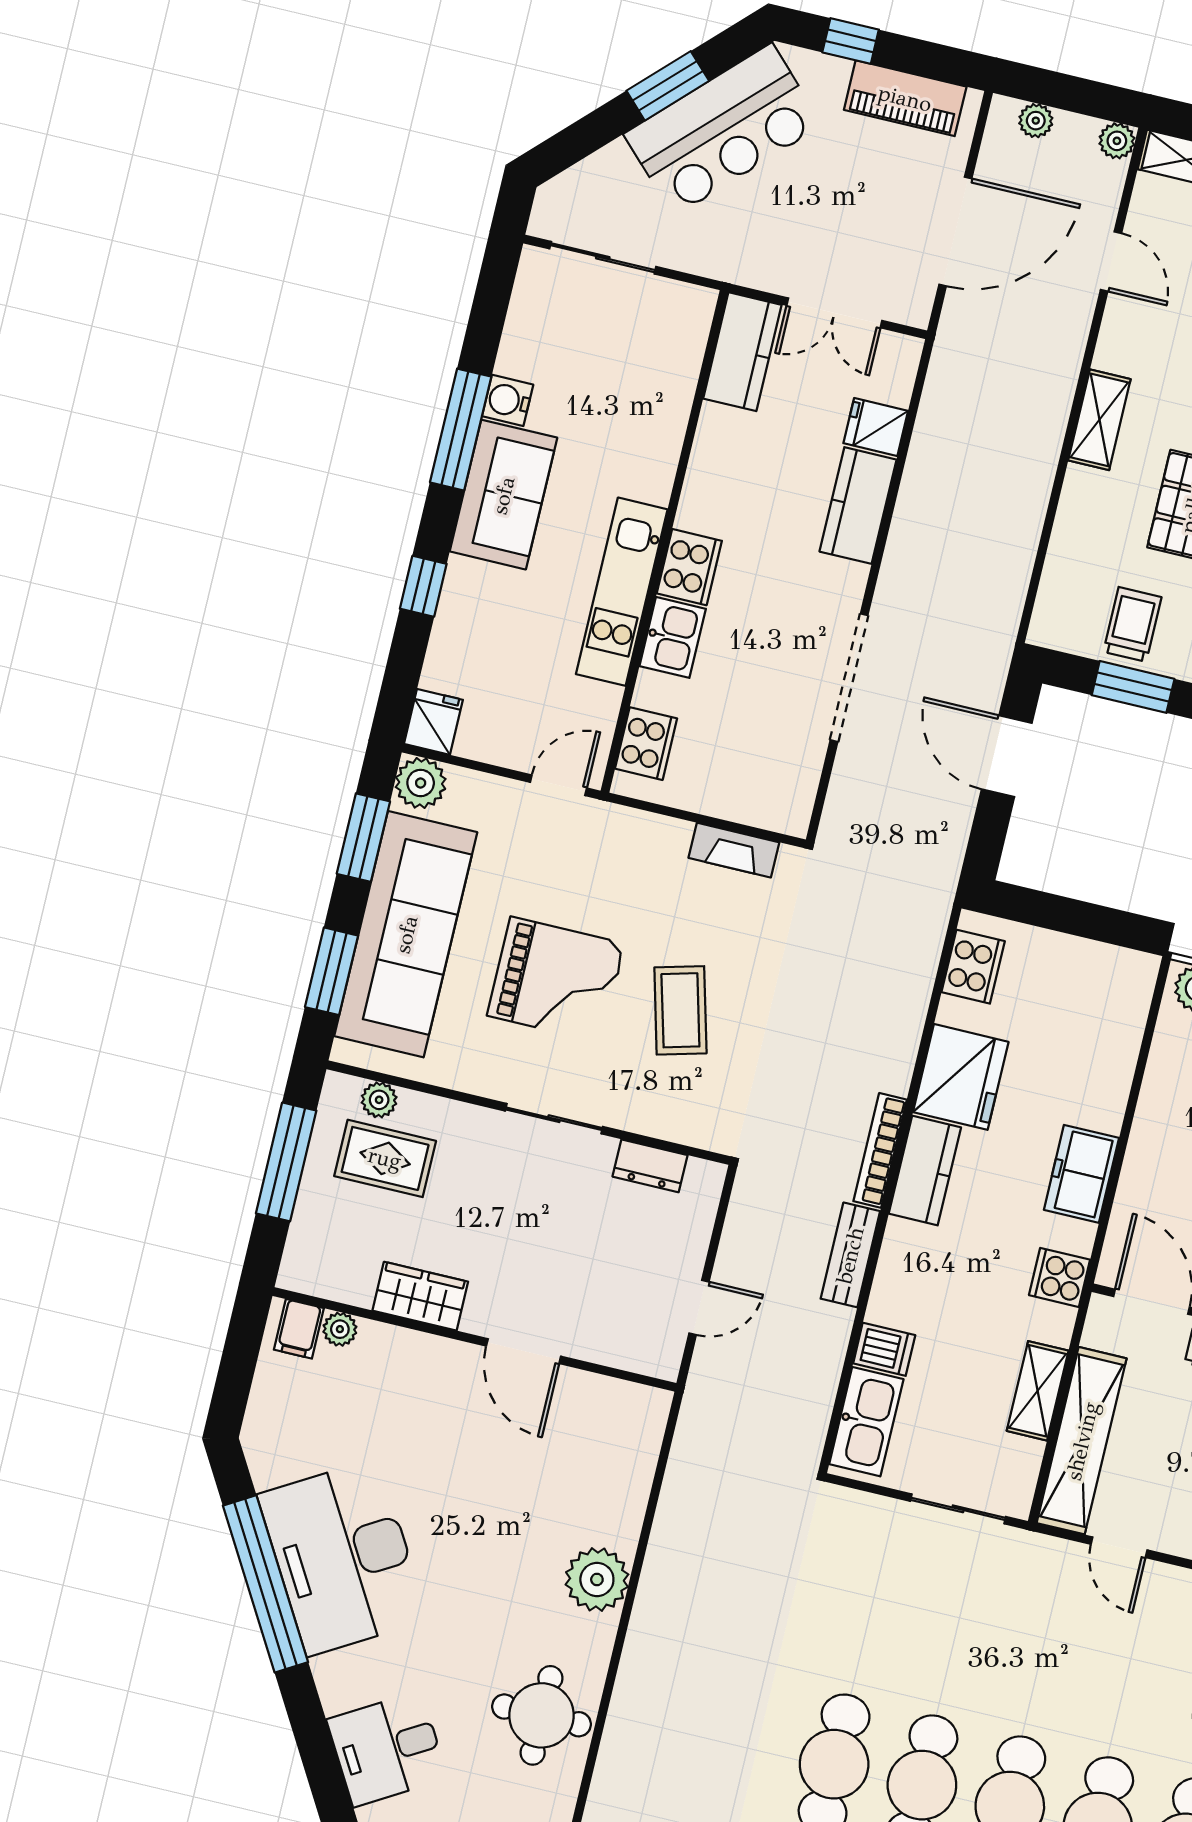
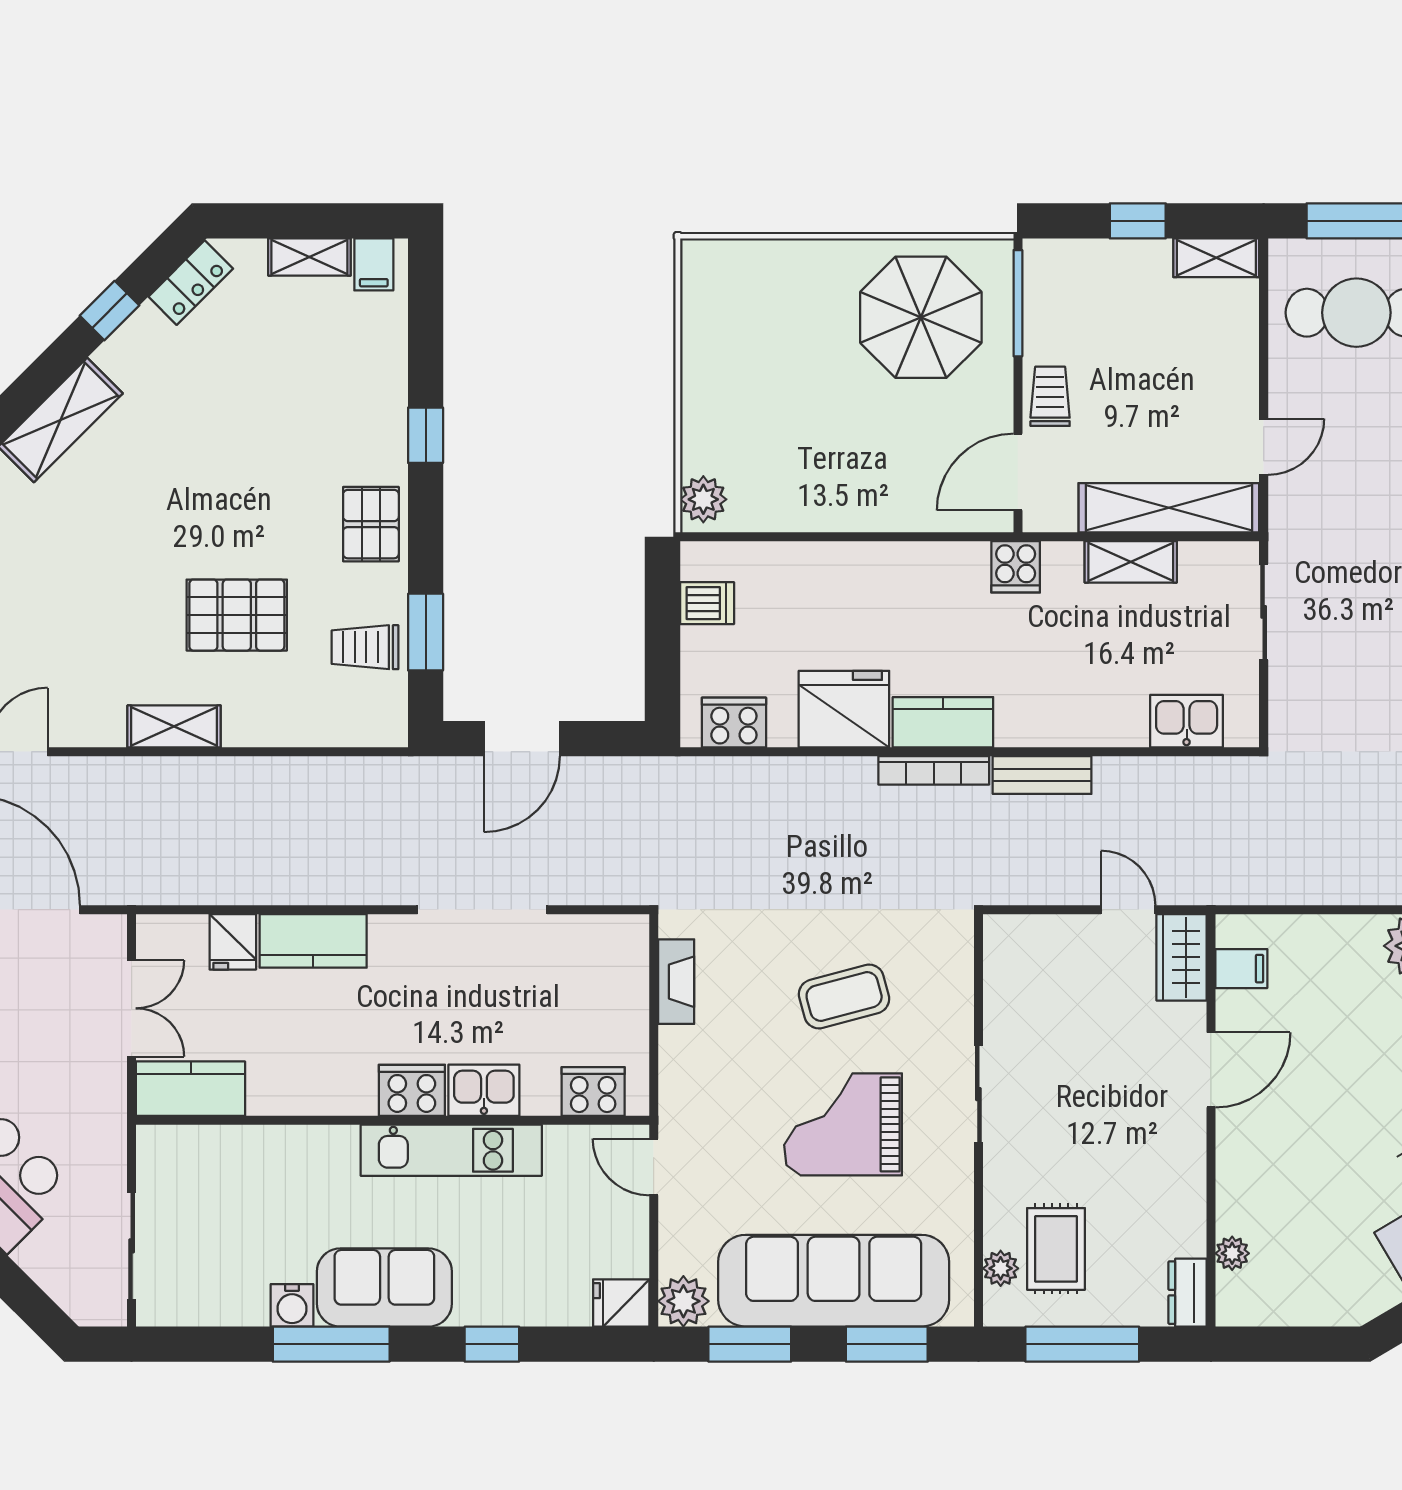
grand piano: (556, 980) -> (843, 1124), turned -90
dresser: (650, 1166) -> (1187, 1293), moved, turned 180
freezer: (1081, 1174) -> (910, 569), removed
wardrobe: (420, 1296) -> (1182, 957), moved
filing cabinet: (299, 1329) -> (1241, 969), moved
dishwasher: (884, 1349) -> (707, 603), moved, turned 90
kitchen sink: (866, 1422) -> (1187, 721), width x0.73

